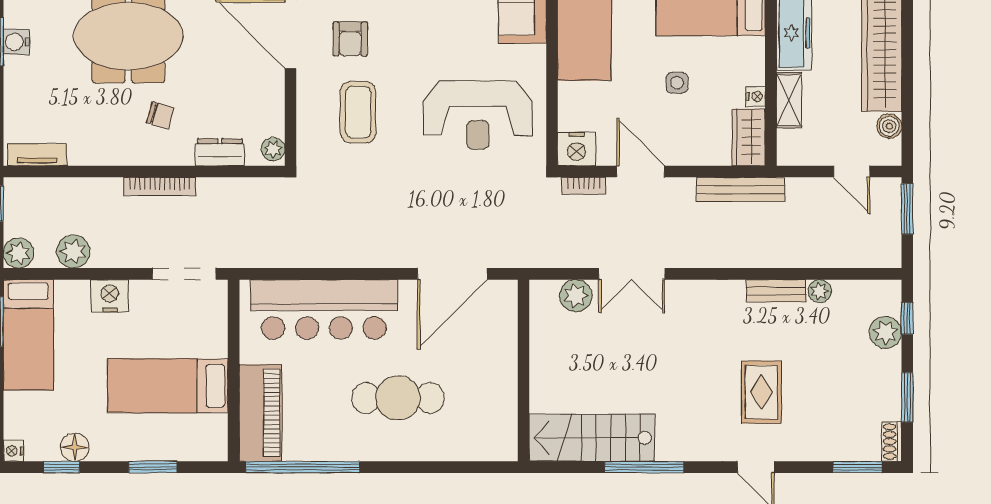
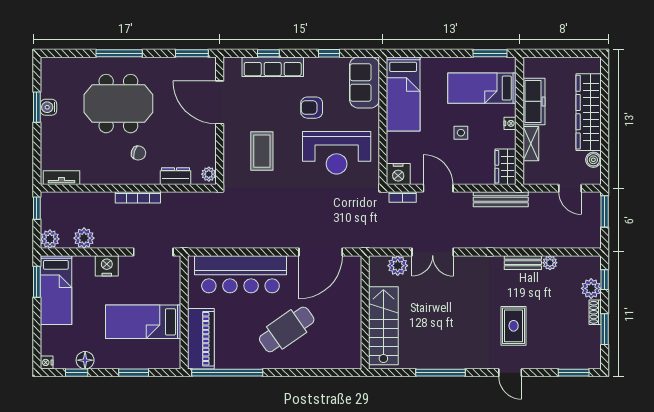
armchair: (350, 39) -> (312, 108), moved, turned 90
nightstand: (756, 96) -> (510, 123), moved
cafe table: (398, 398) -> (287, 329), turned -35
stairs: (592, 438) -> (383, 326), moved, turned 90
shoe rack: (892, 442) -> (595, 312), moved

